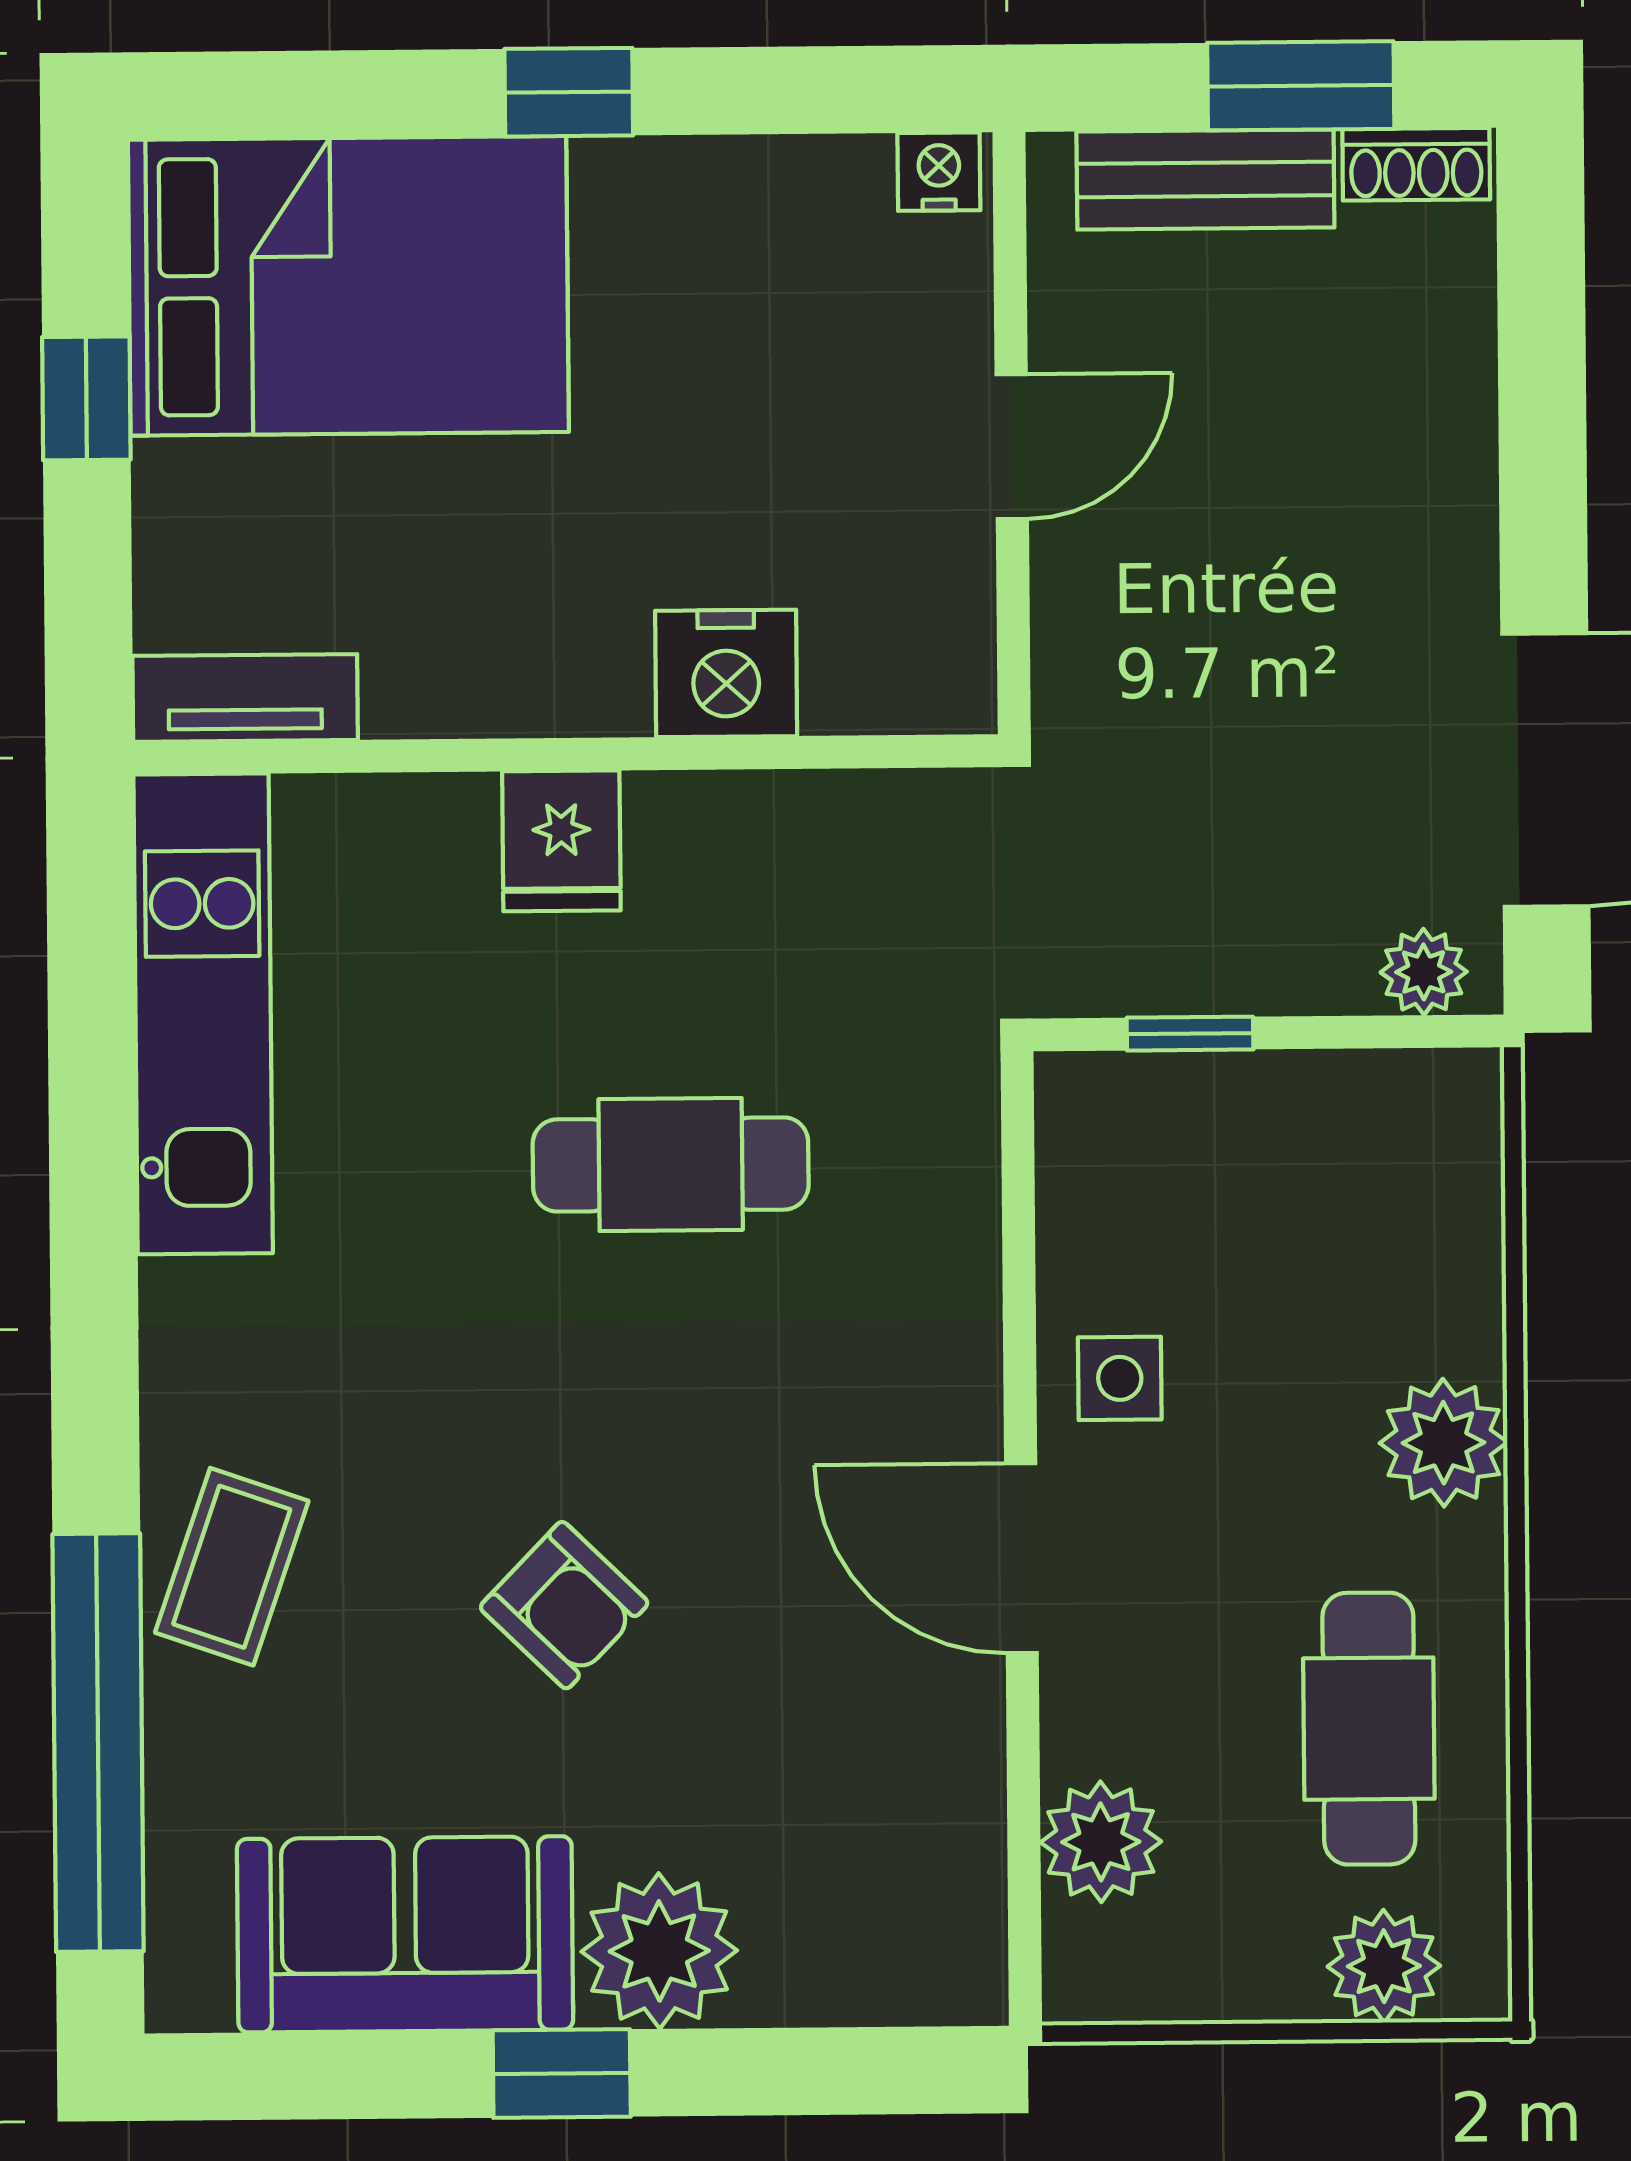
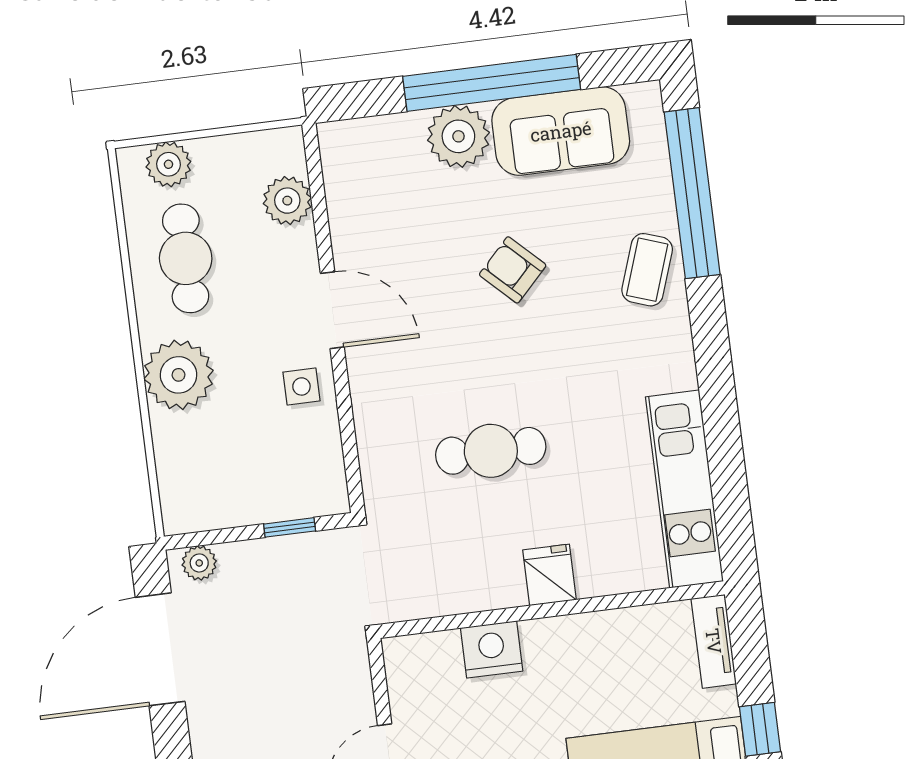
tv unit: (245, 698) -> (714, 641), moved, turned 90
plant: (1444, 1443) -> (179, 375), width x1.36, depth x1.36
window: (562, 2074) -> (492, 83), width x3.17

